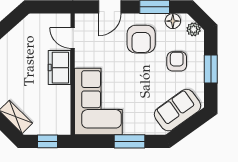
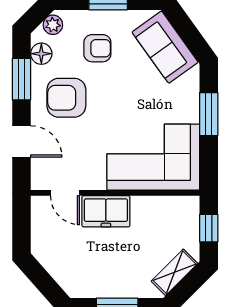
door: (73, 38) -> (65, 193), hinge flipped
armchair: (141, 39) -> (66, 98), turned 180
armchair: (177, 61) -> (97, 48), turned 180

